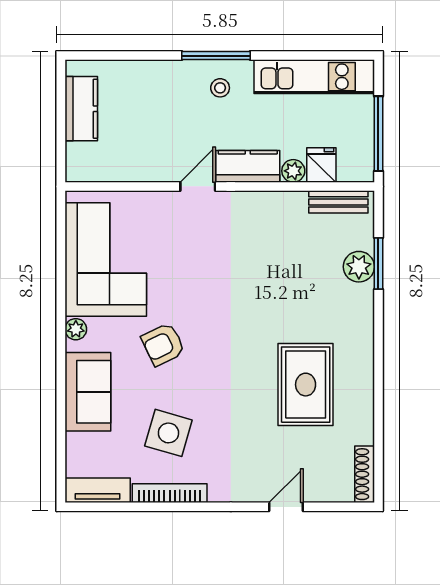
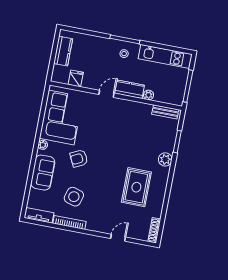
fridge: (321, 165) -> (76, 78), moved
plant: (359, 267) -> (165, 159), moved

